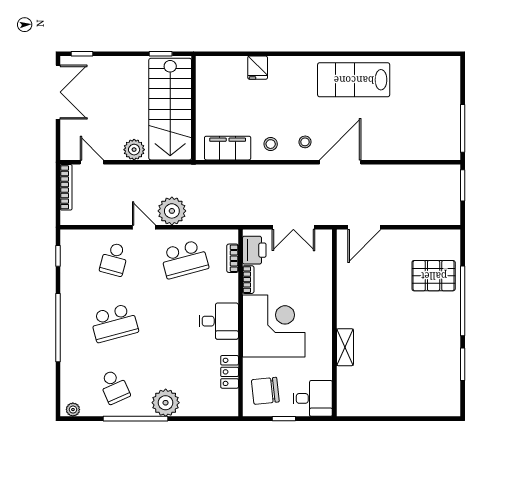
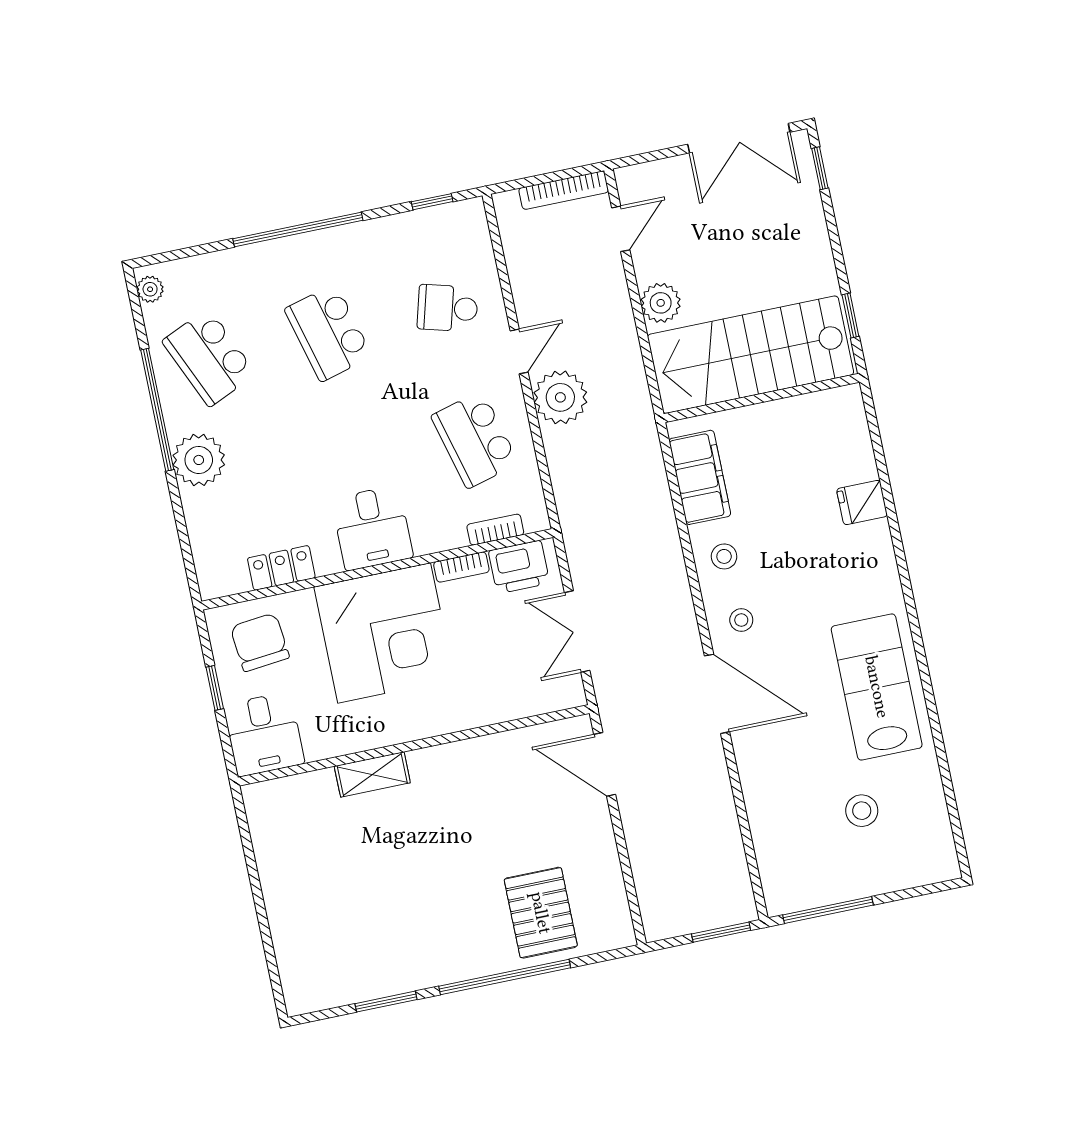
stool: (415, 100) -> (862, 811), added
school desk: (114, 387) -> (209, 357), width x1.85

